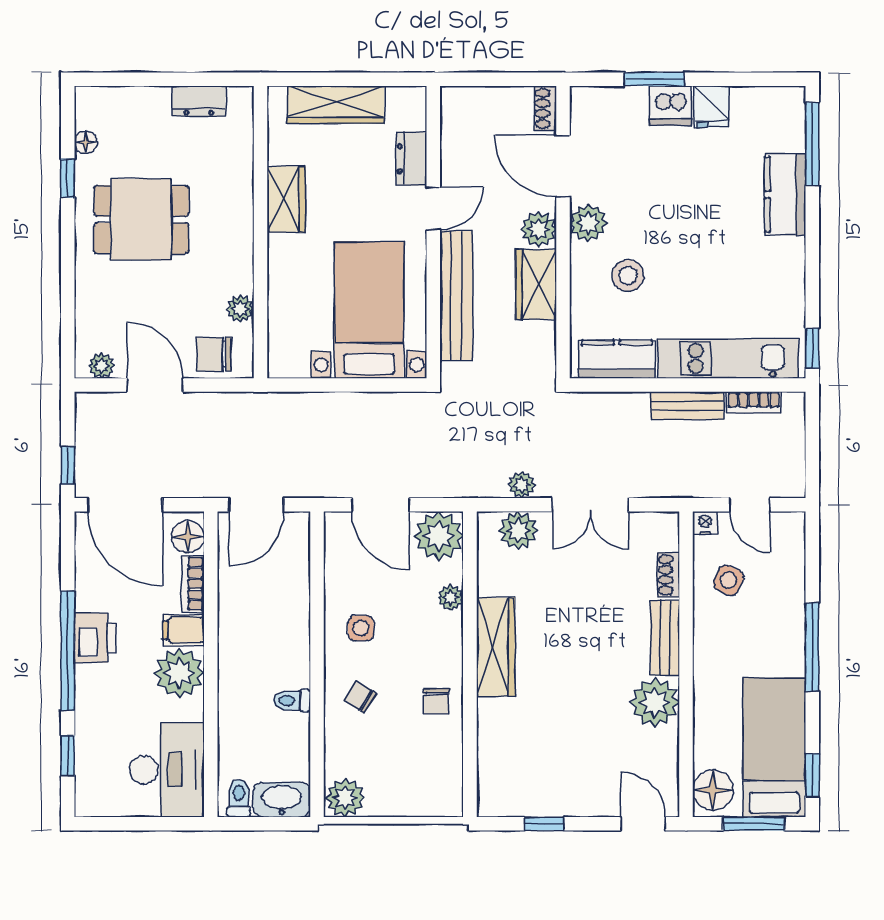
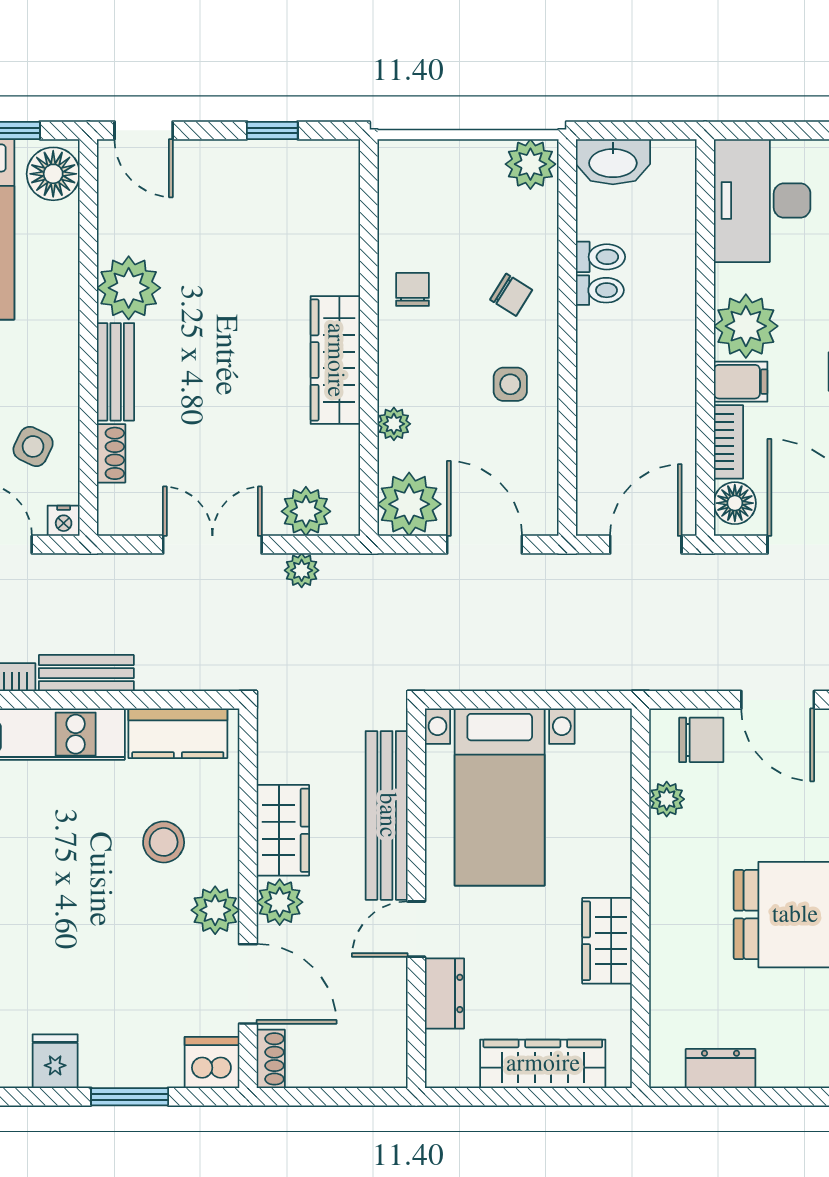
dishwasher: (670, 106) -> (212, 1063), moved
toilet: (239, 798) -> (600, 257), moved, turned -90

